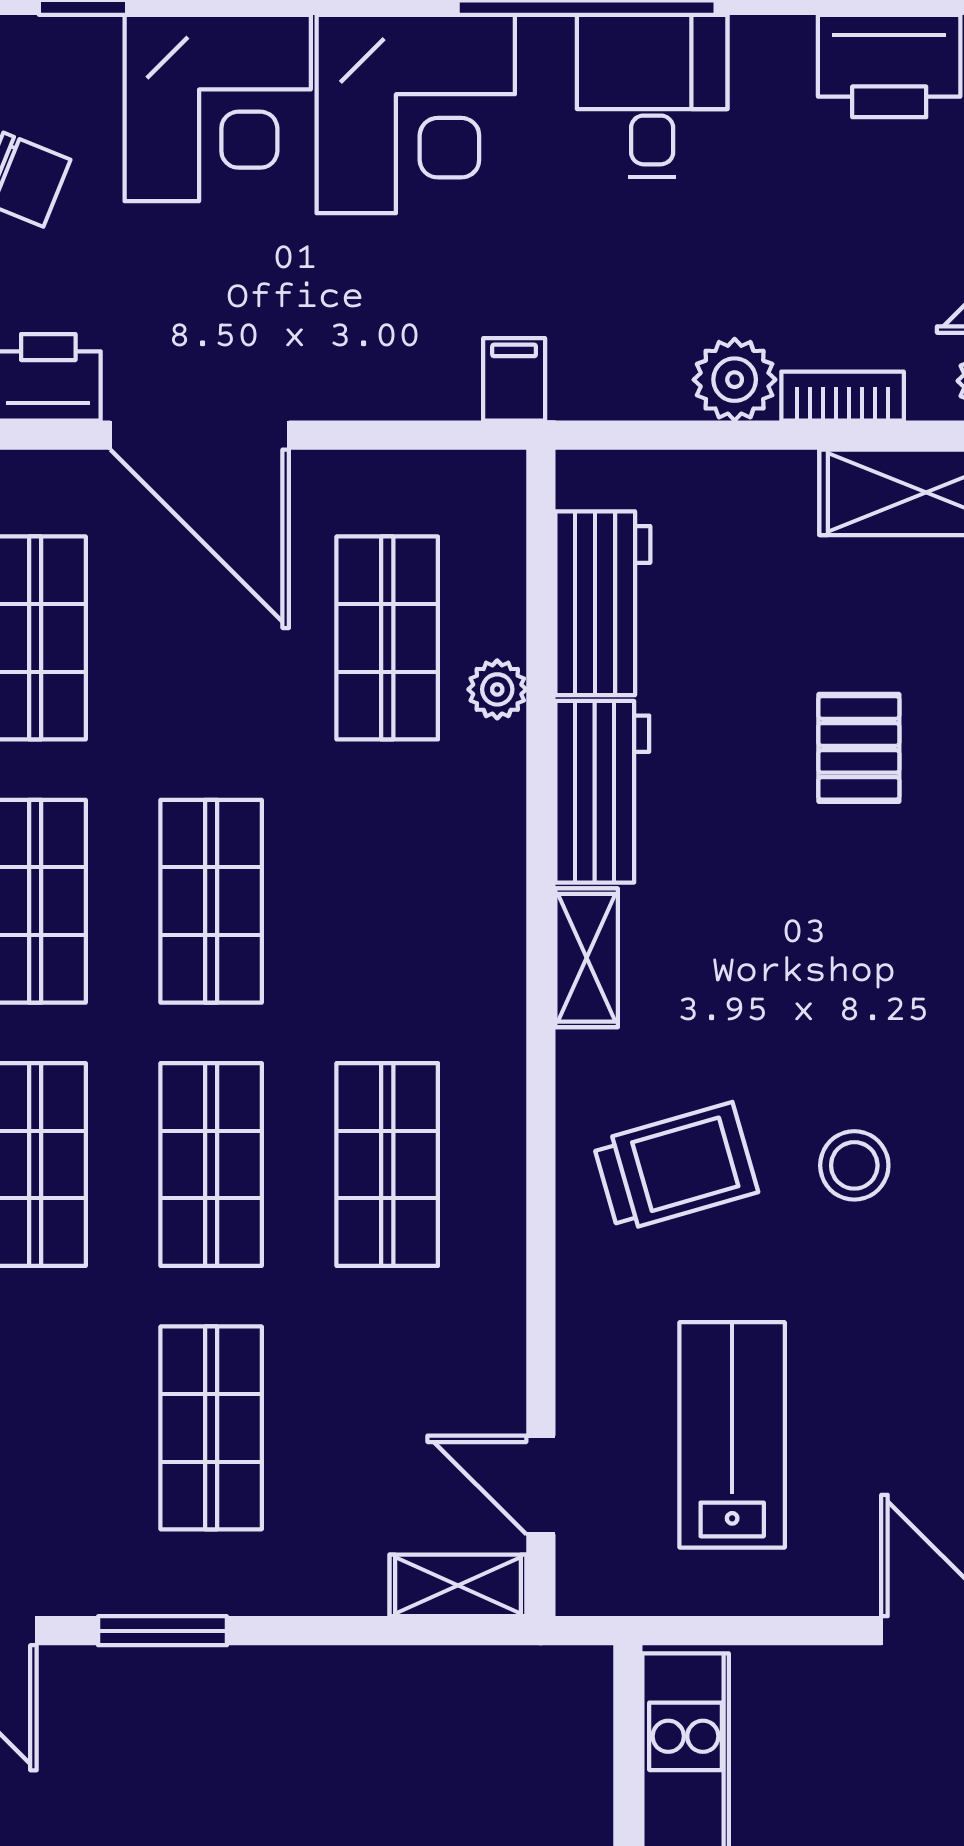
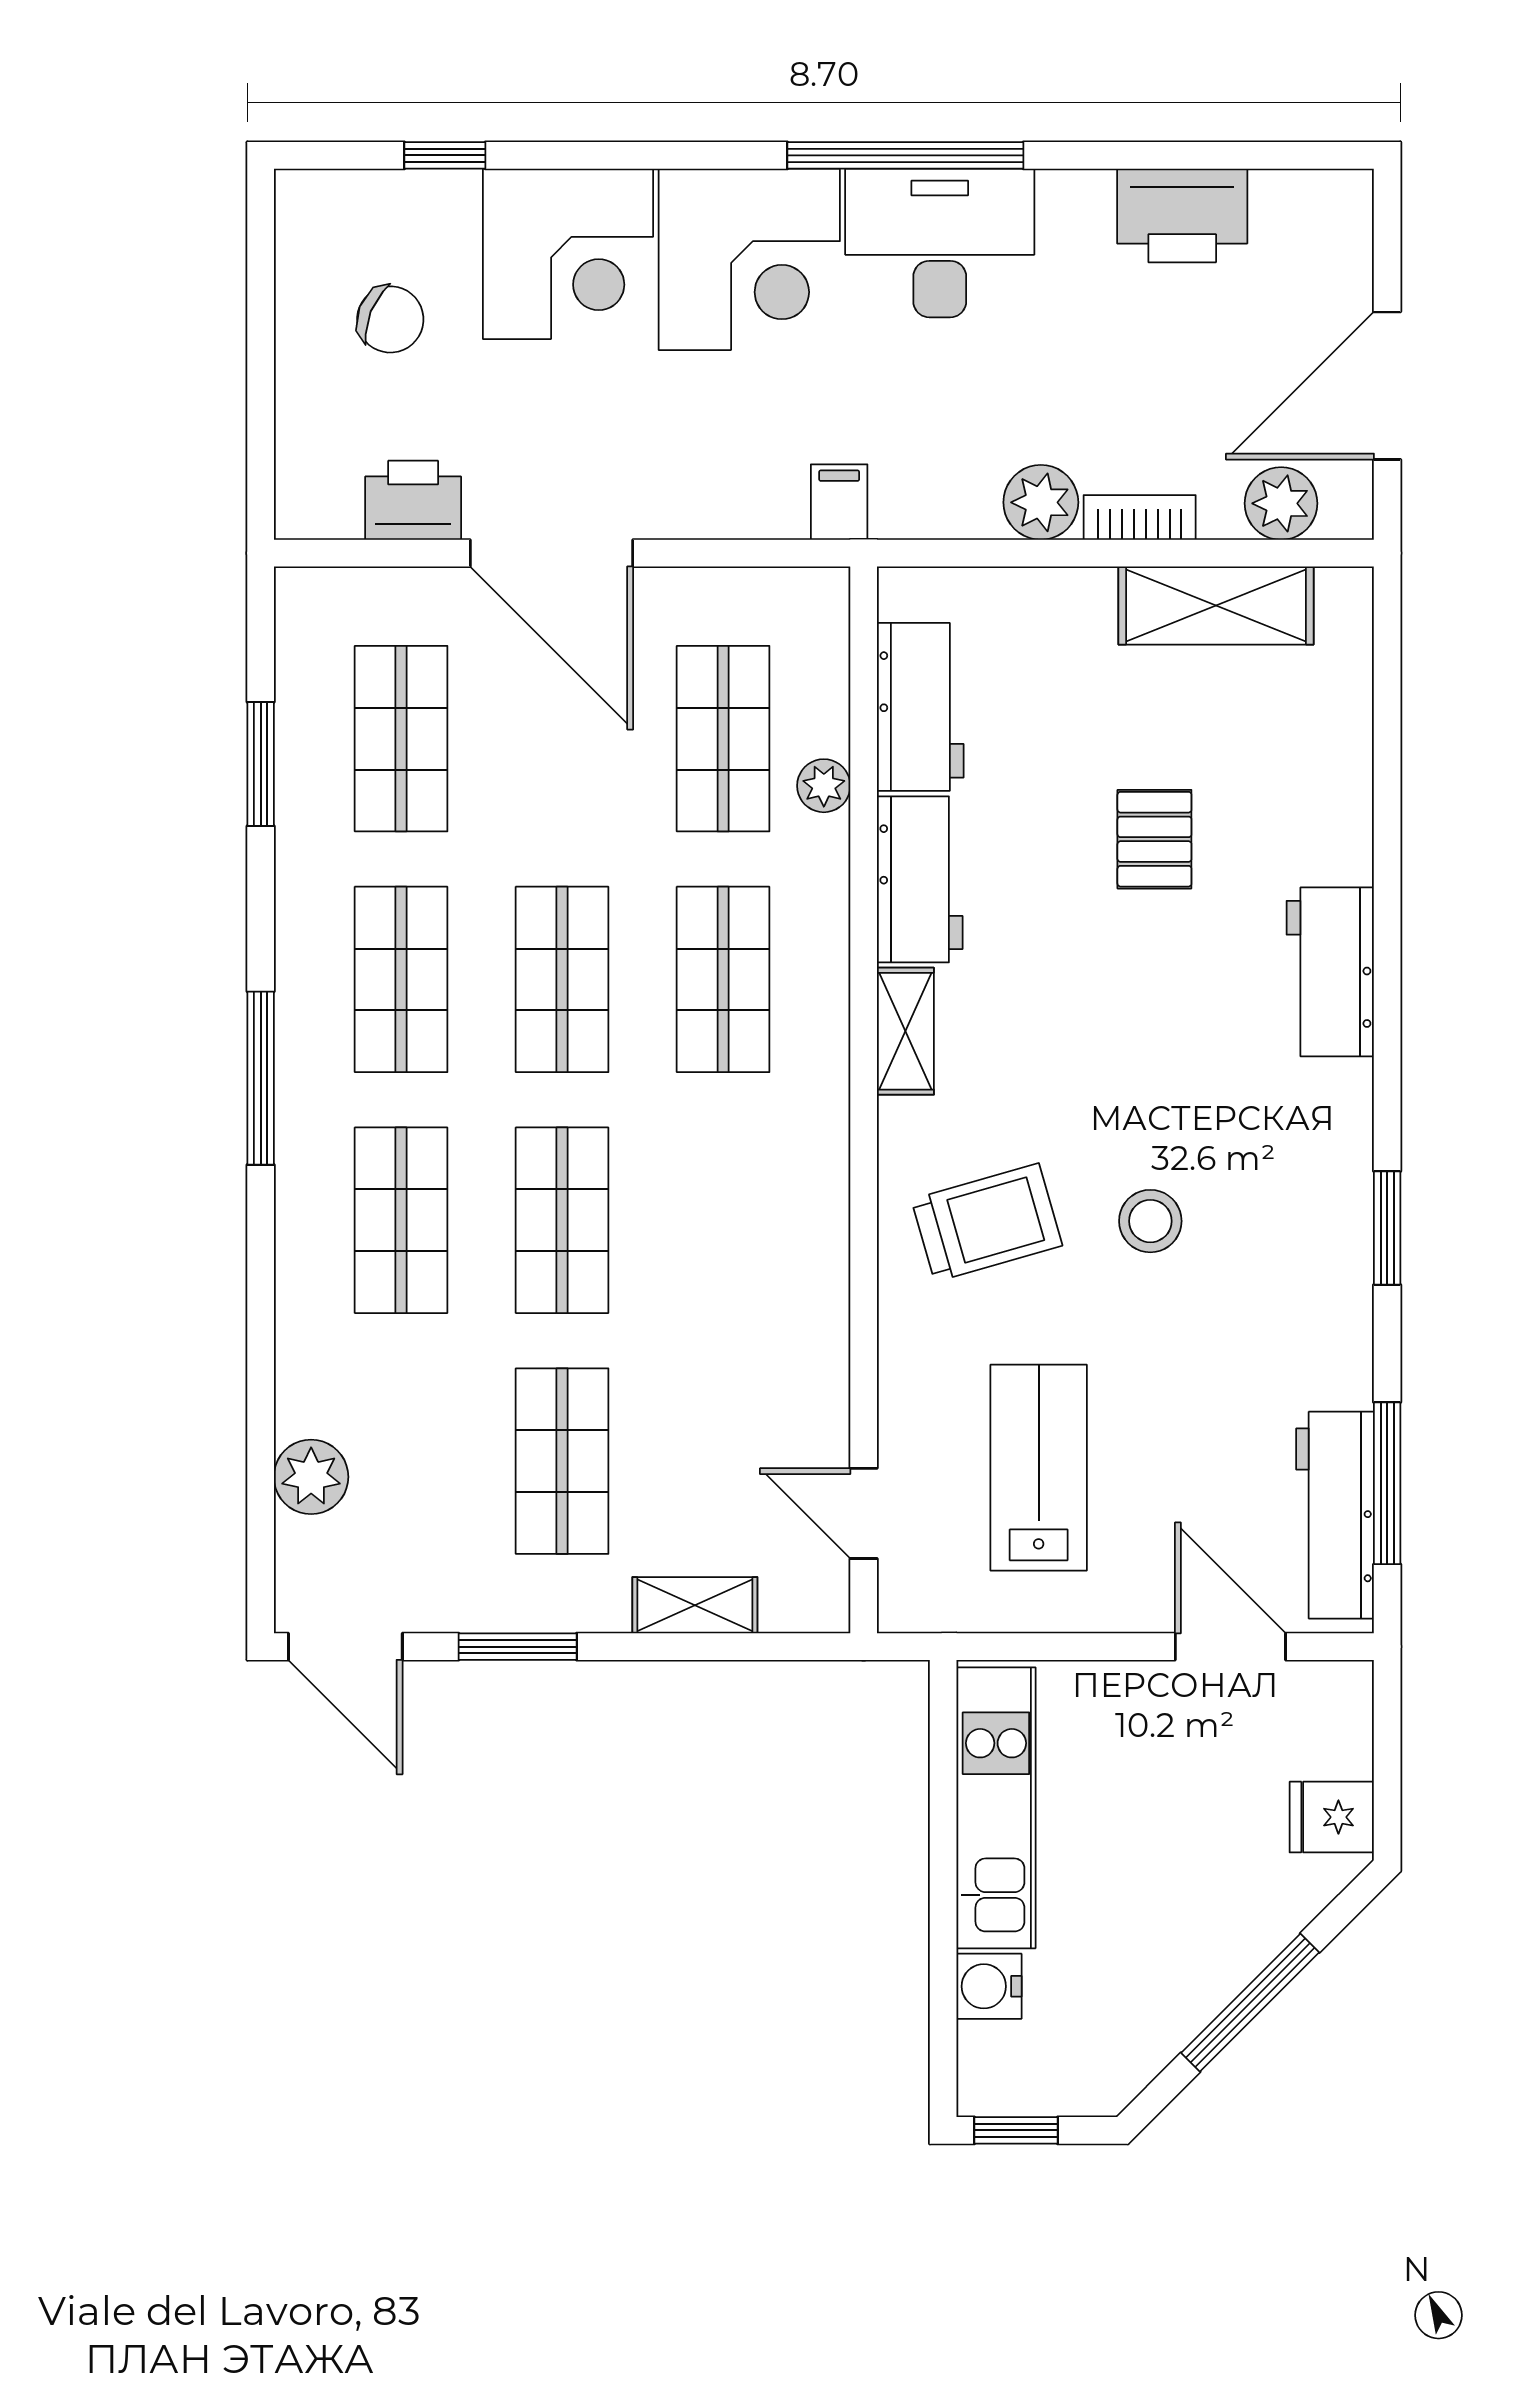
desk: (652, 96) -> (940, 243), width x1.37
shop shelf: (387, 1165) -> (723, 979), moved
shelving: (458, 1585) -> (695, 1605), moved

